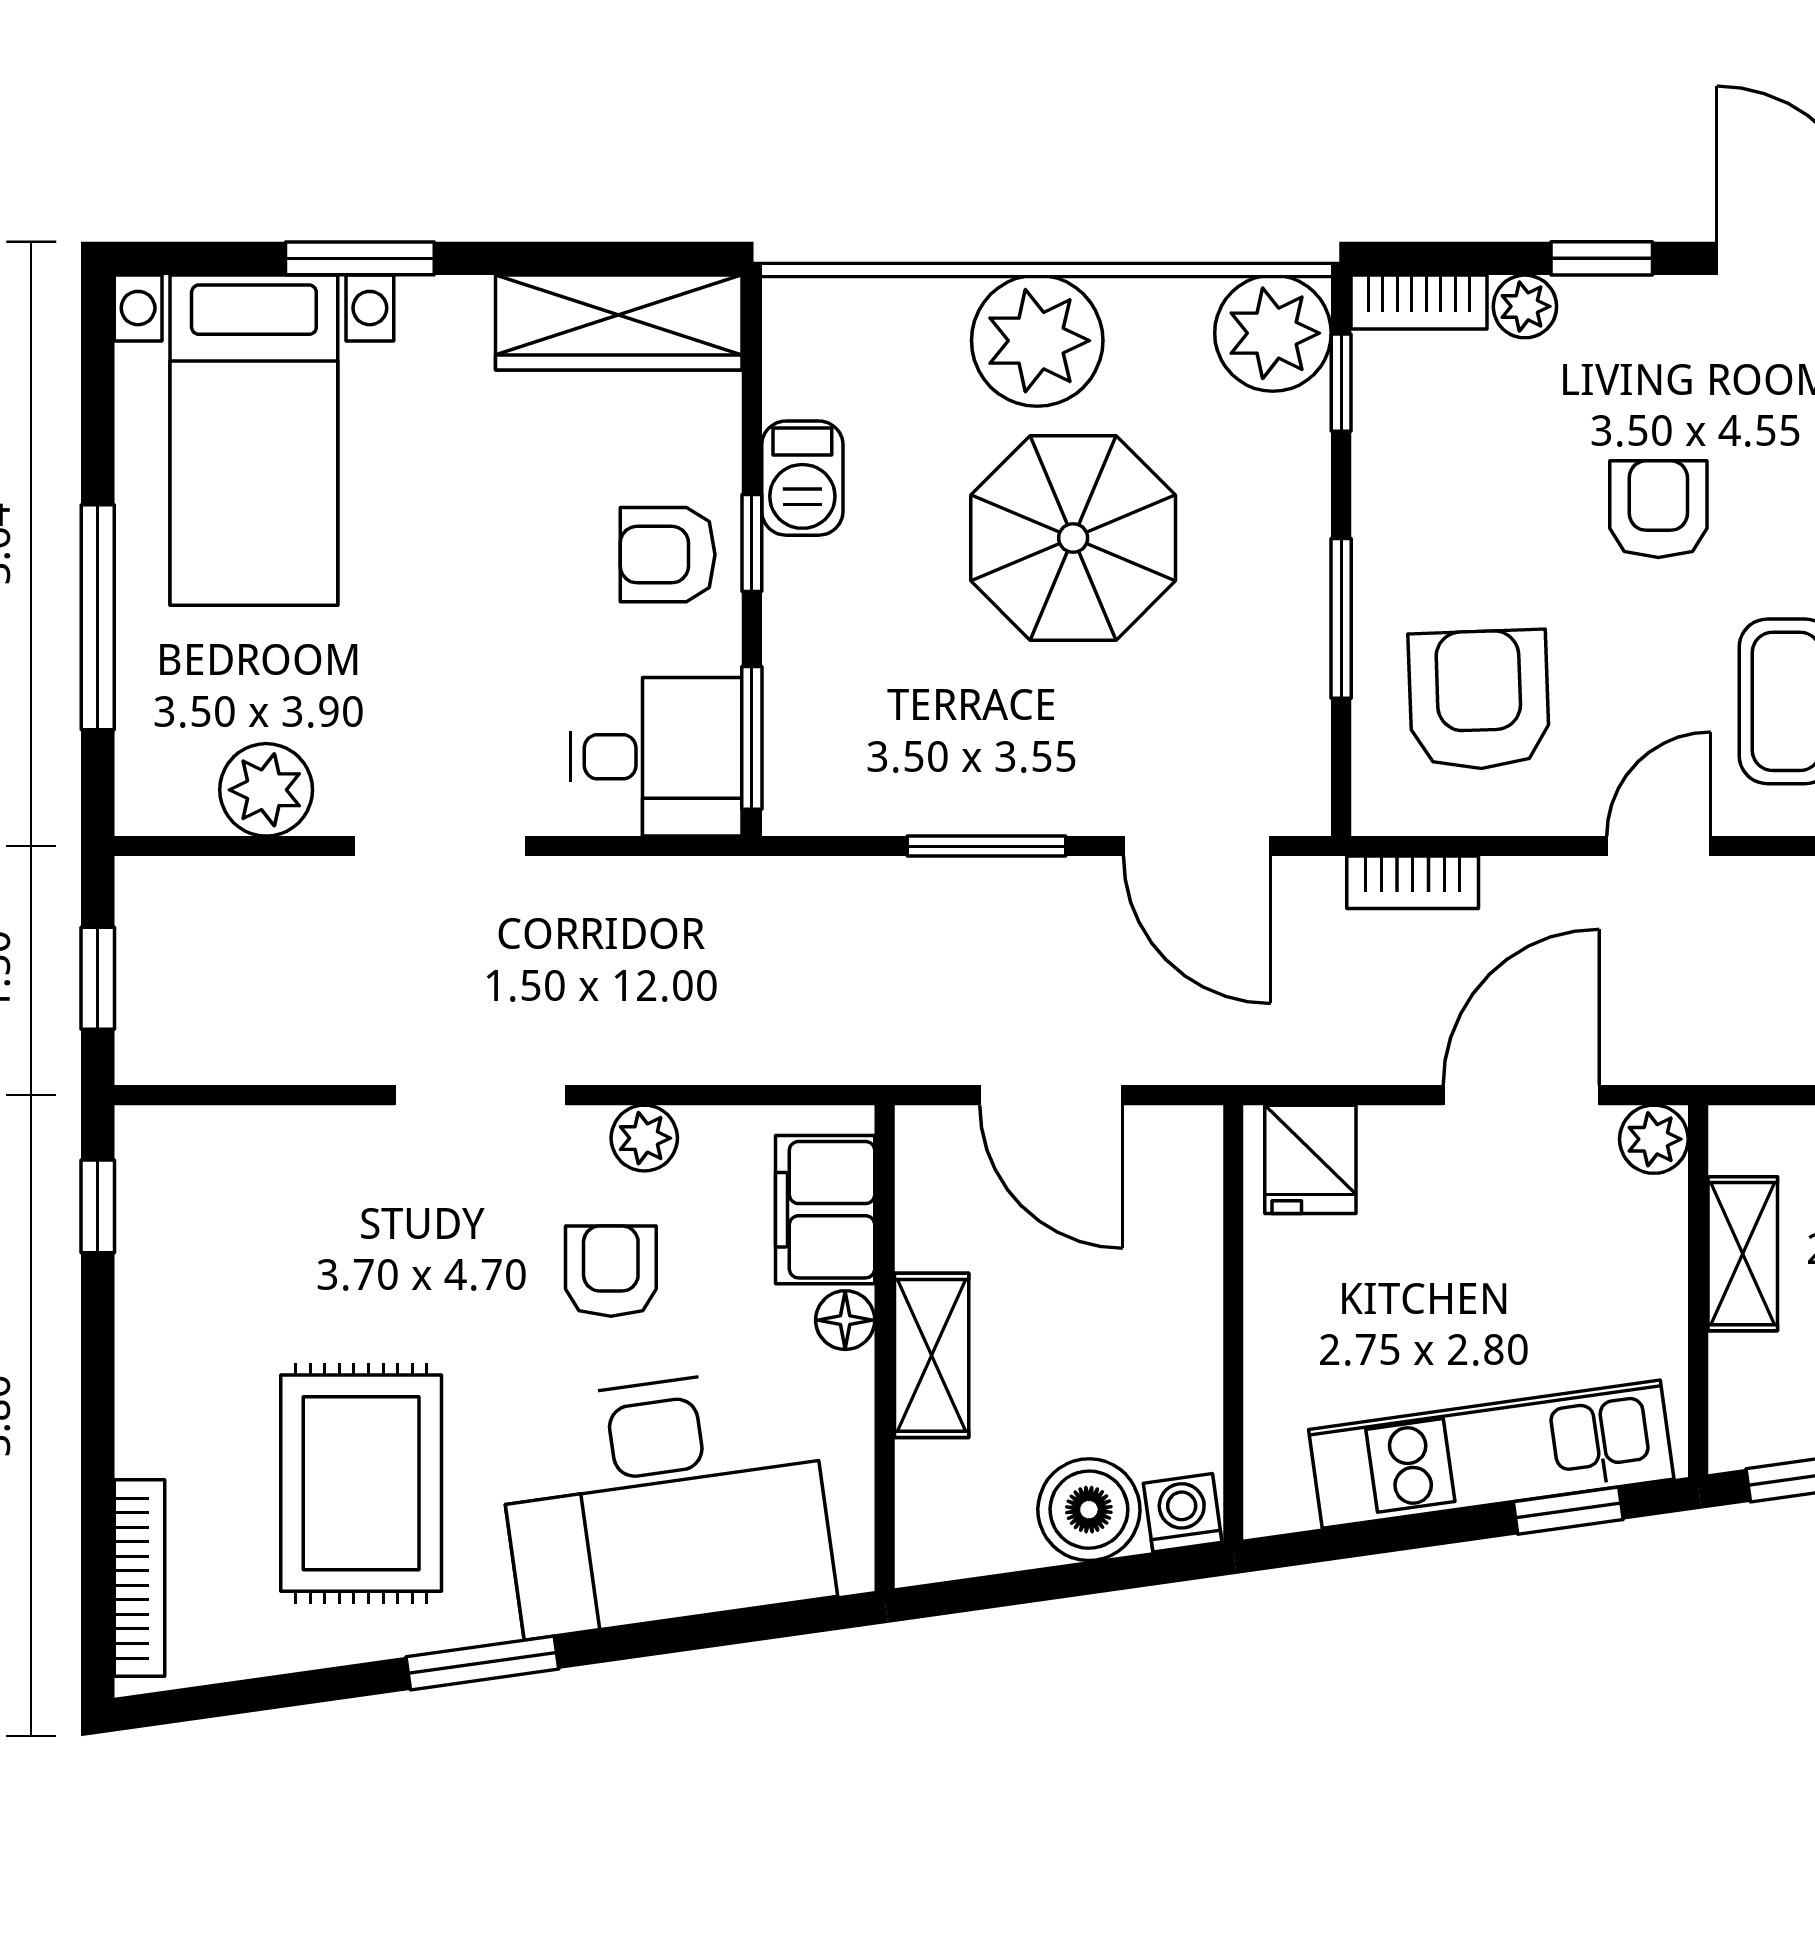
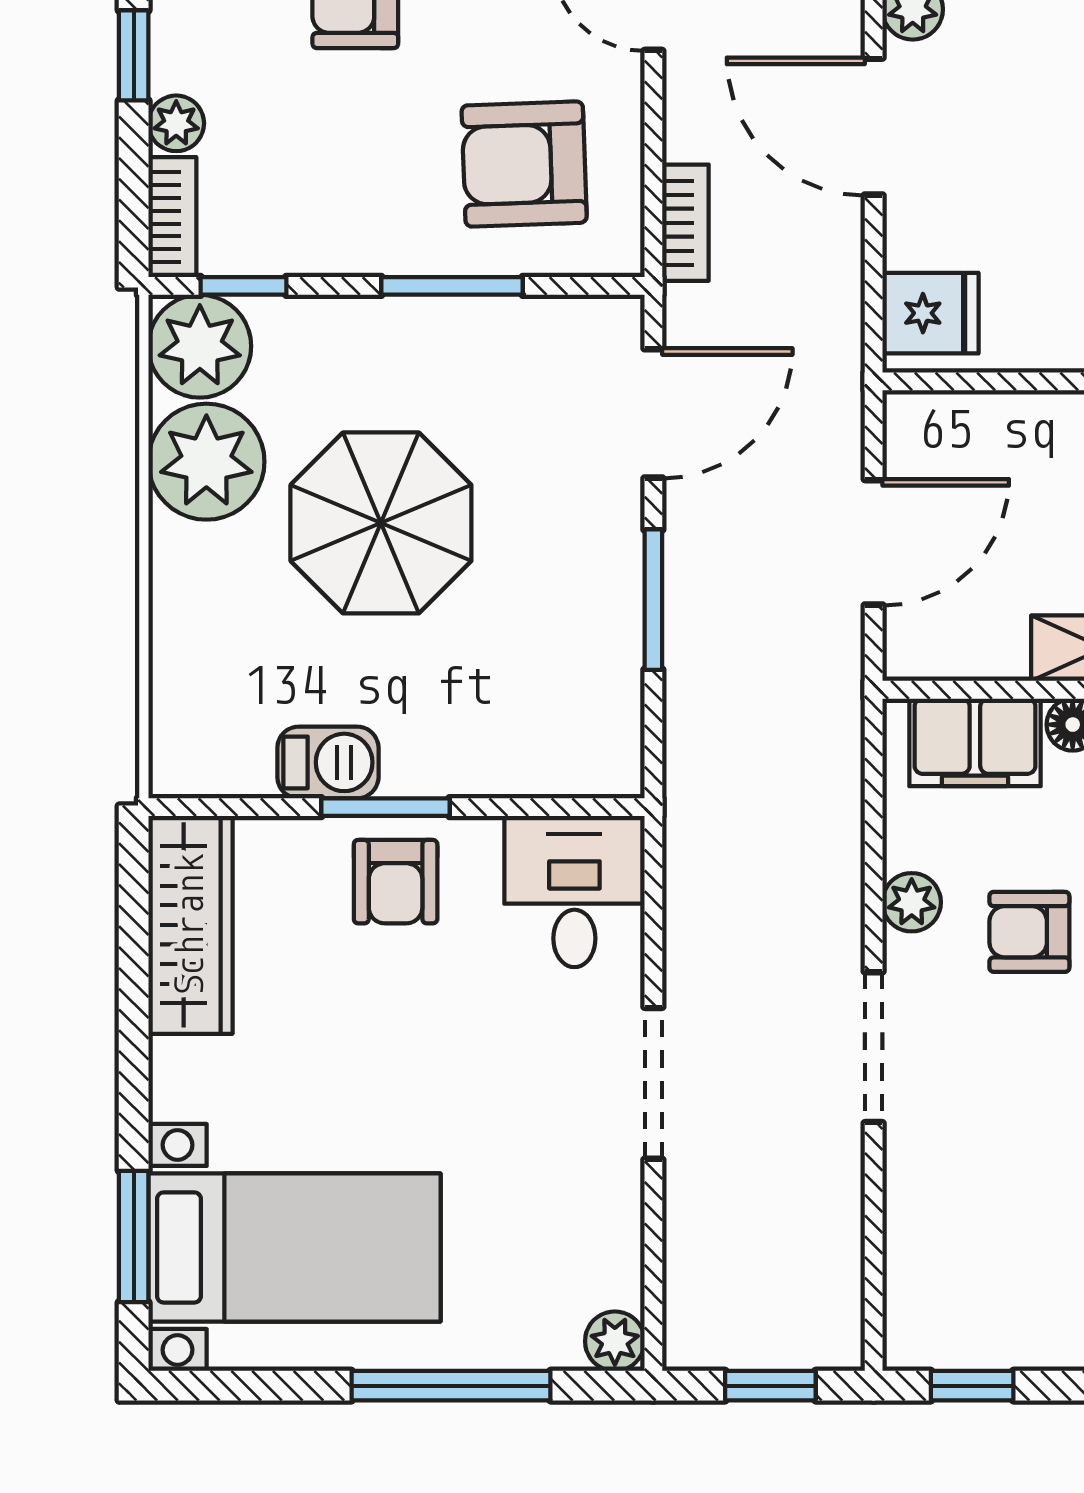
window: (360, 258) -> (134, 1236), moved
plant: (1037, 341) -> (206, 462), moved
window: (752, 543) -> (385, 807), width x1.50
window: (752, 738) -> (558, 807), removed
plant: (266, 790) -> (615, 1341), moved, width x0.73, depth x0.73

